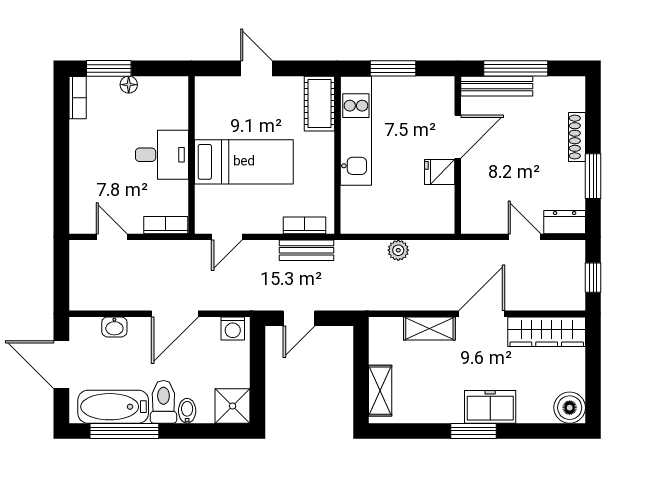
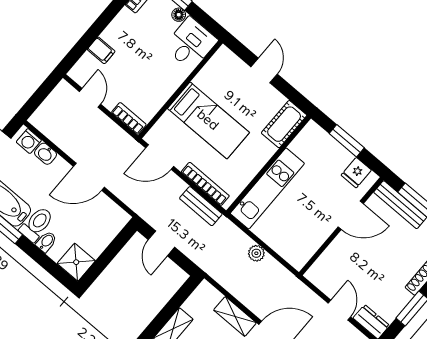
kitchen unit: (356, 131) -> (267, 189), moved
desk: (162, 155) -> (191, 44), moved, turned -90
fridge: (440, 172) -> (356, 173), moved, turned -90
filing cabinet: (83, 182) -> (101, 50), added
bookcase: (304, 225) -> (205, 184), width x1.56
door: (227, 237) -> (160, 157), width x1.38
door: (299, 318) -> (161, 243), hinge flipped
washing machine: (233, 328) -> (29, 141), moved

